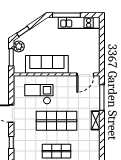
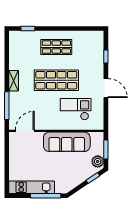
checkout: (39, 94) -> (76, 109), turned 180

